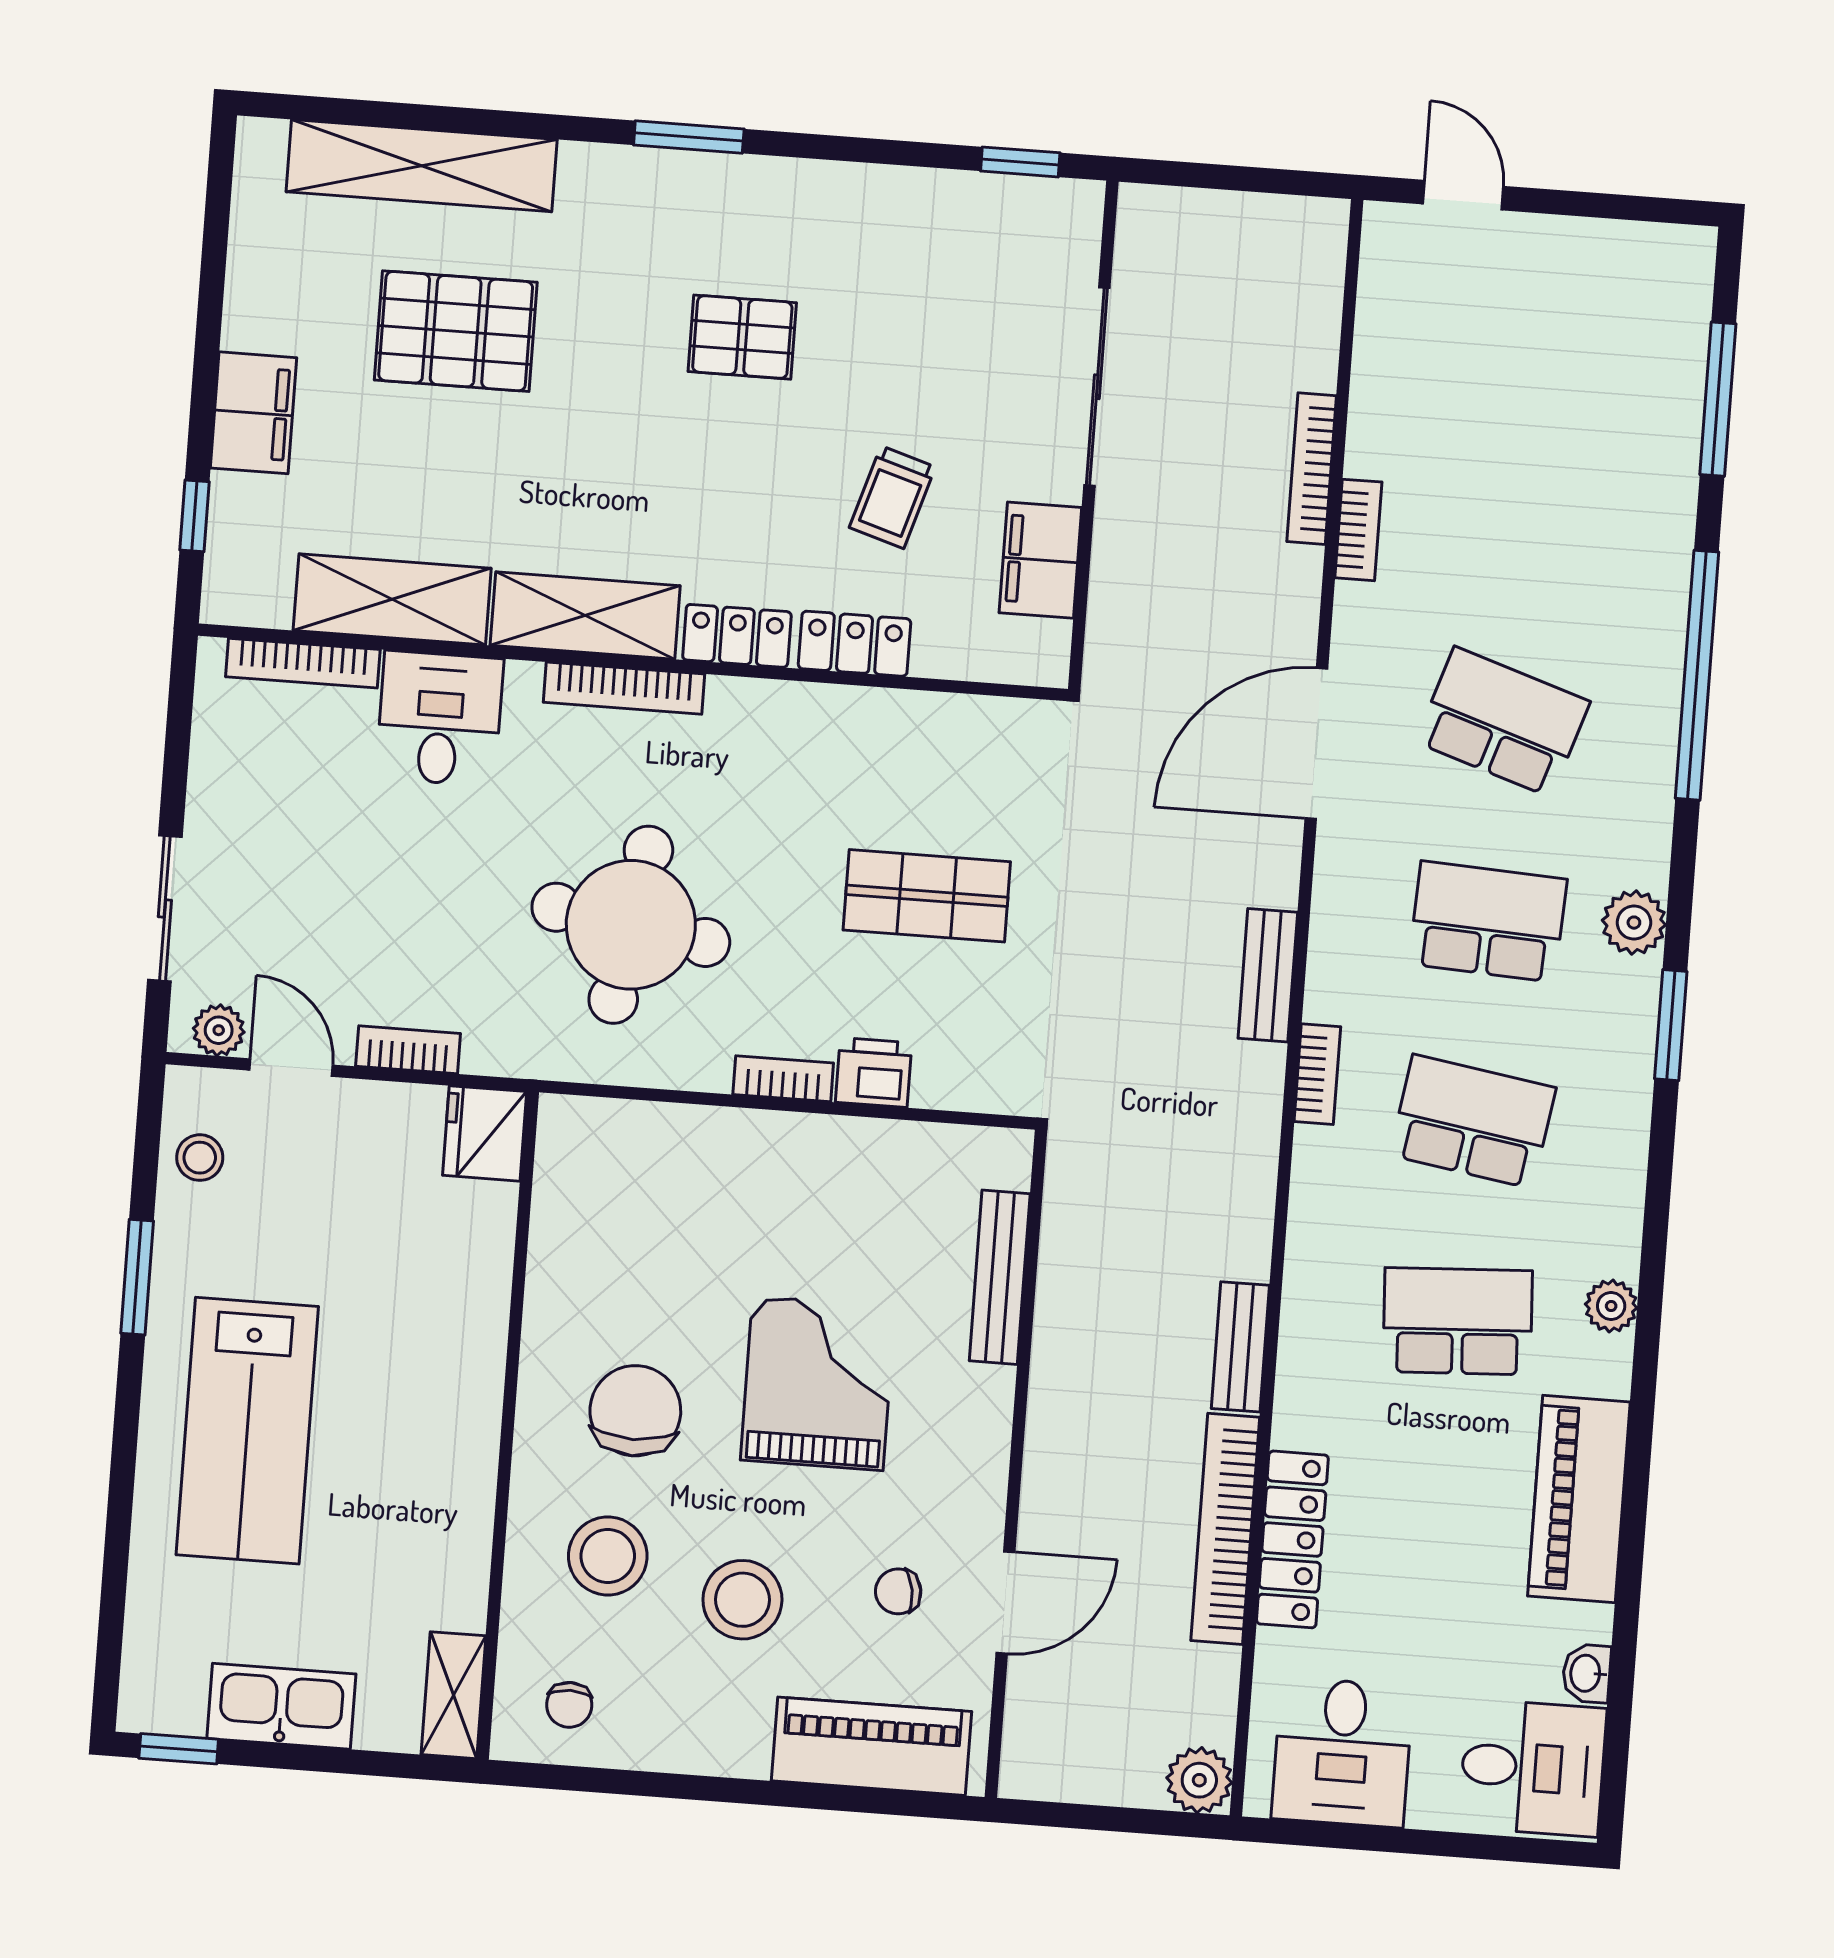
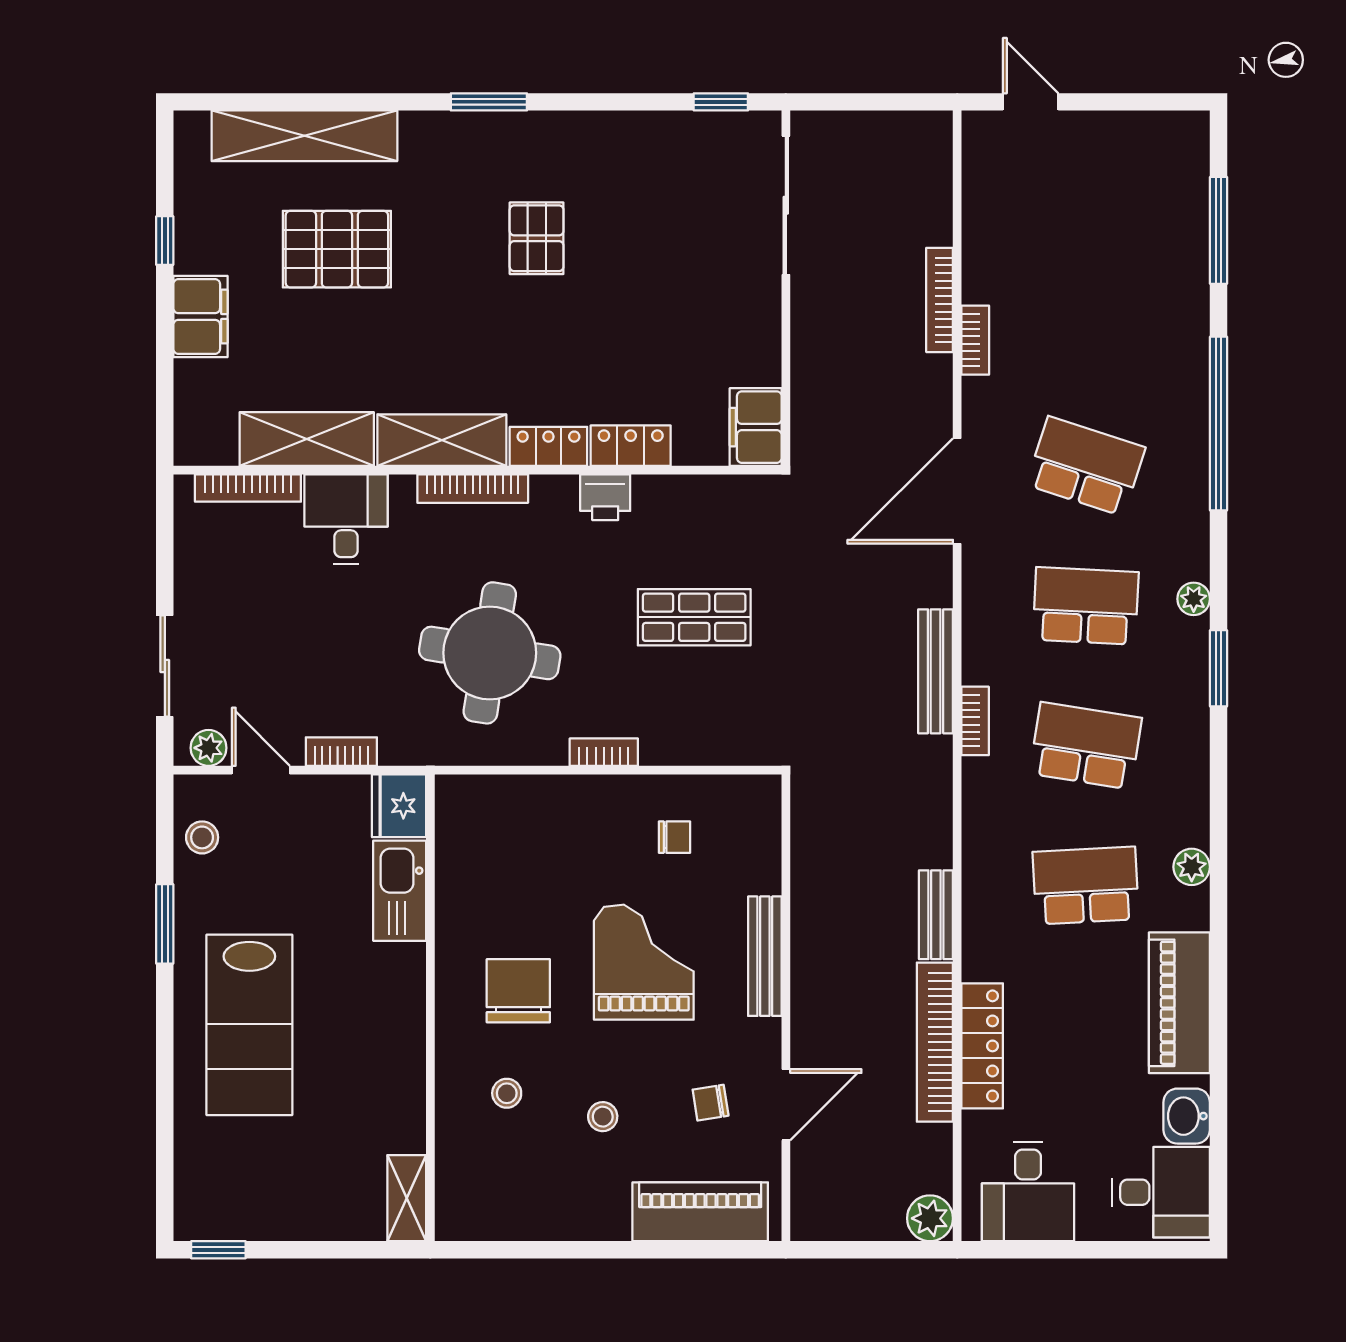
pallet: (742, 337) -> (537, 238), turned 90
sliding door: (1097, 387) -> (786, 205), moved
trolley: (892, 497) -> (649, 342), removed
window: (194, 516) -> (165, 241), moved
filing cabinet: (1040, 560) -> (756, 427), moved
plant: (1634, 923) -> (1194, 599), width x0.73, depth x0.73
bench: (1268, 975) -> (936, 671), width x1.36
printer: (874, 1073) -> (605, 497), moved, turned 180
bench: (1000, 1277) -> (765, 956), moved
stool: (608, 1556) -> (507, 1093), width x0.53, depth x0.53
stool: (742, 1600) -> (603, 1117), width x0.53, depth x0.53
washbasin: (1587, 1673) -> (1187, 1116), width x1.38, depth x1.45
chair: (569, 1705) -> (674, 837), moved, turned -90
kitchen sink: (281, 1706) -> (400, 891), moved, turned -90

